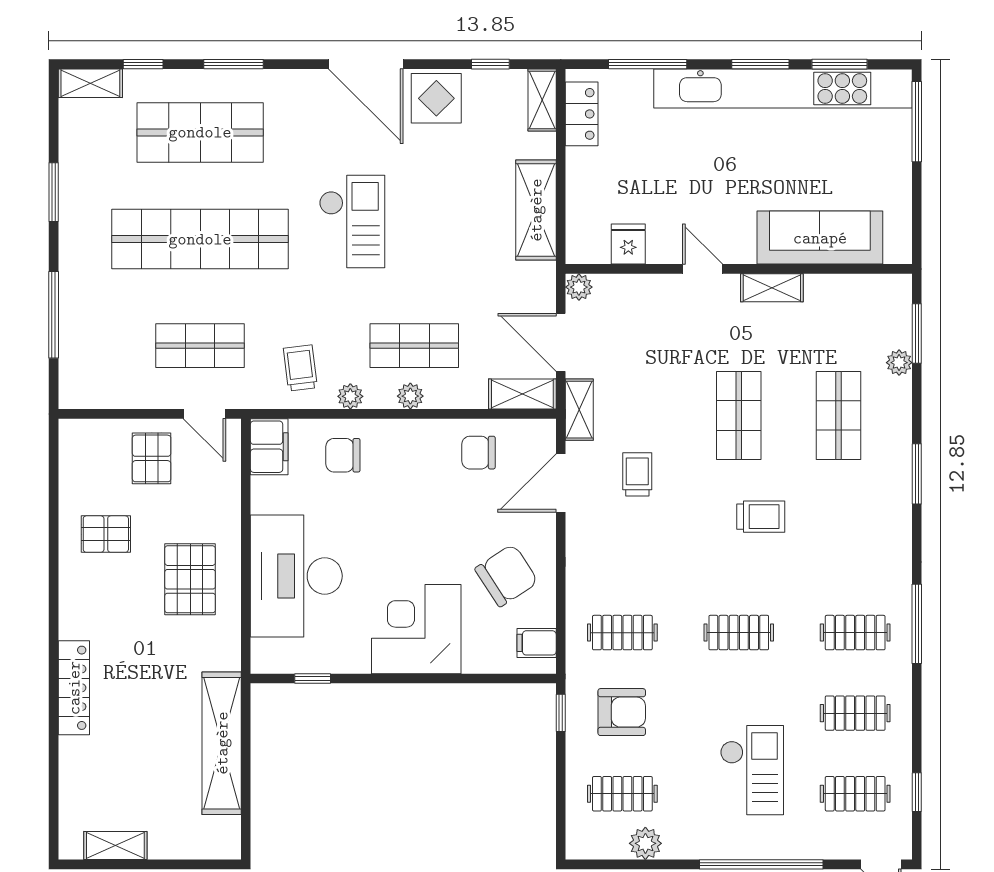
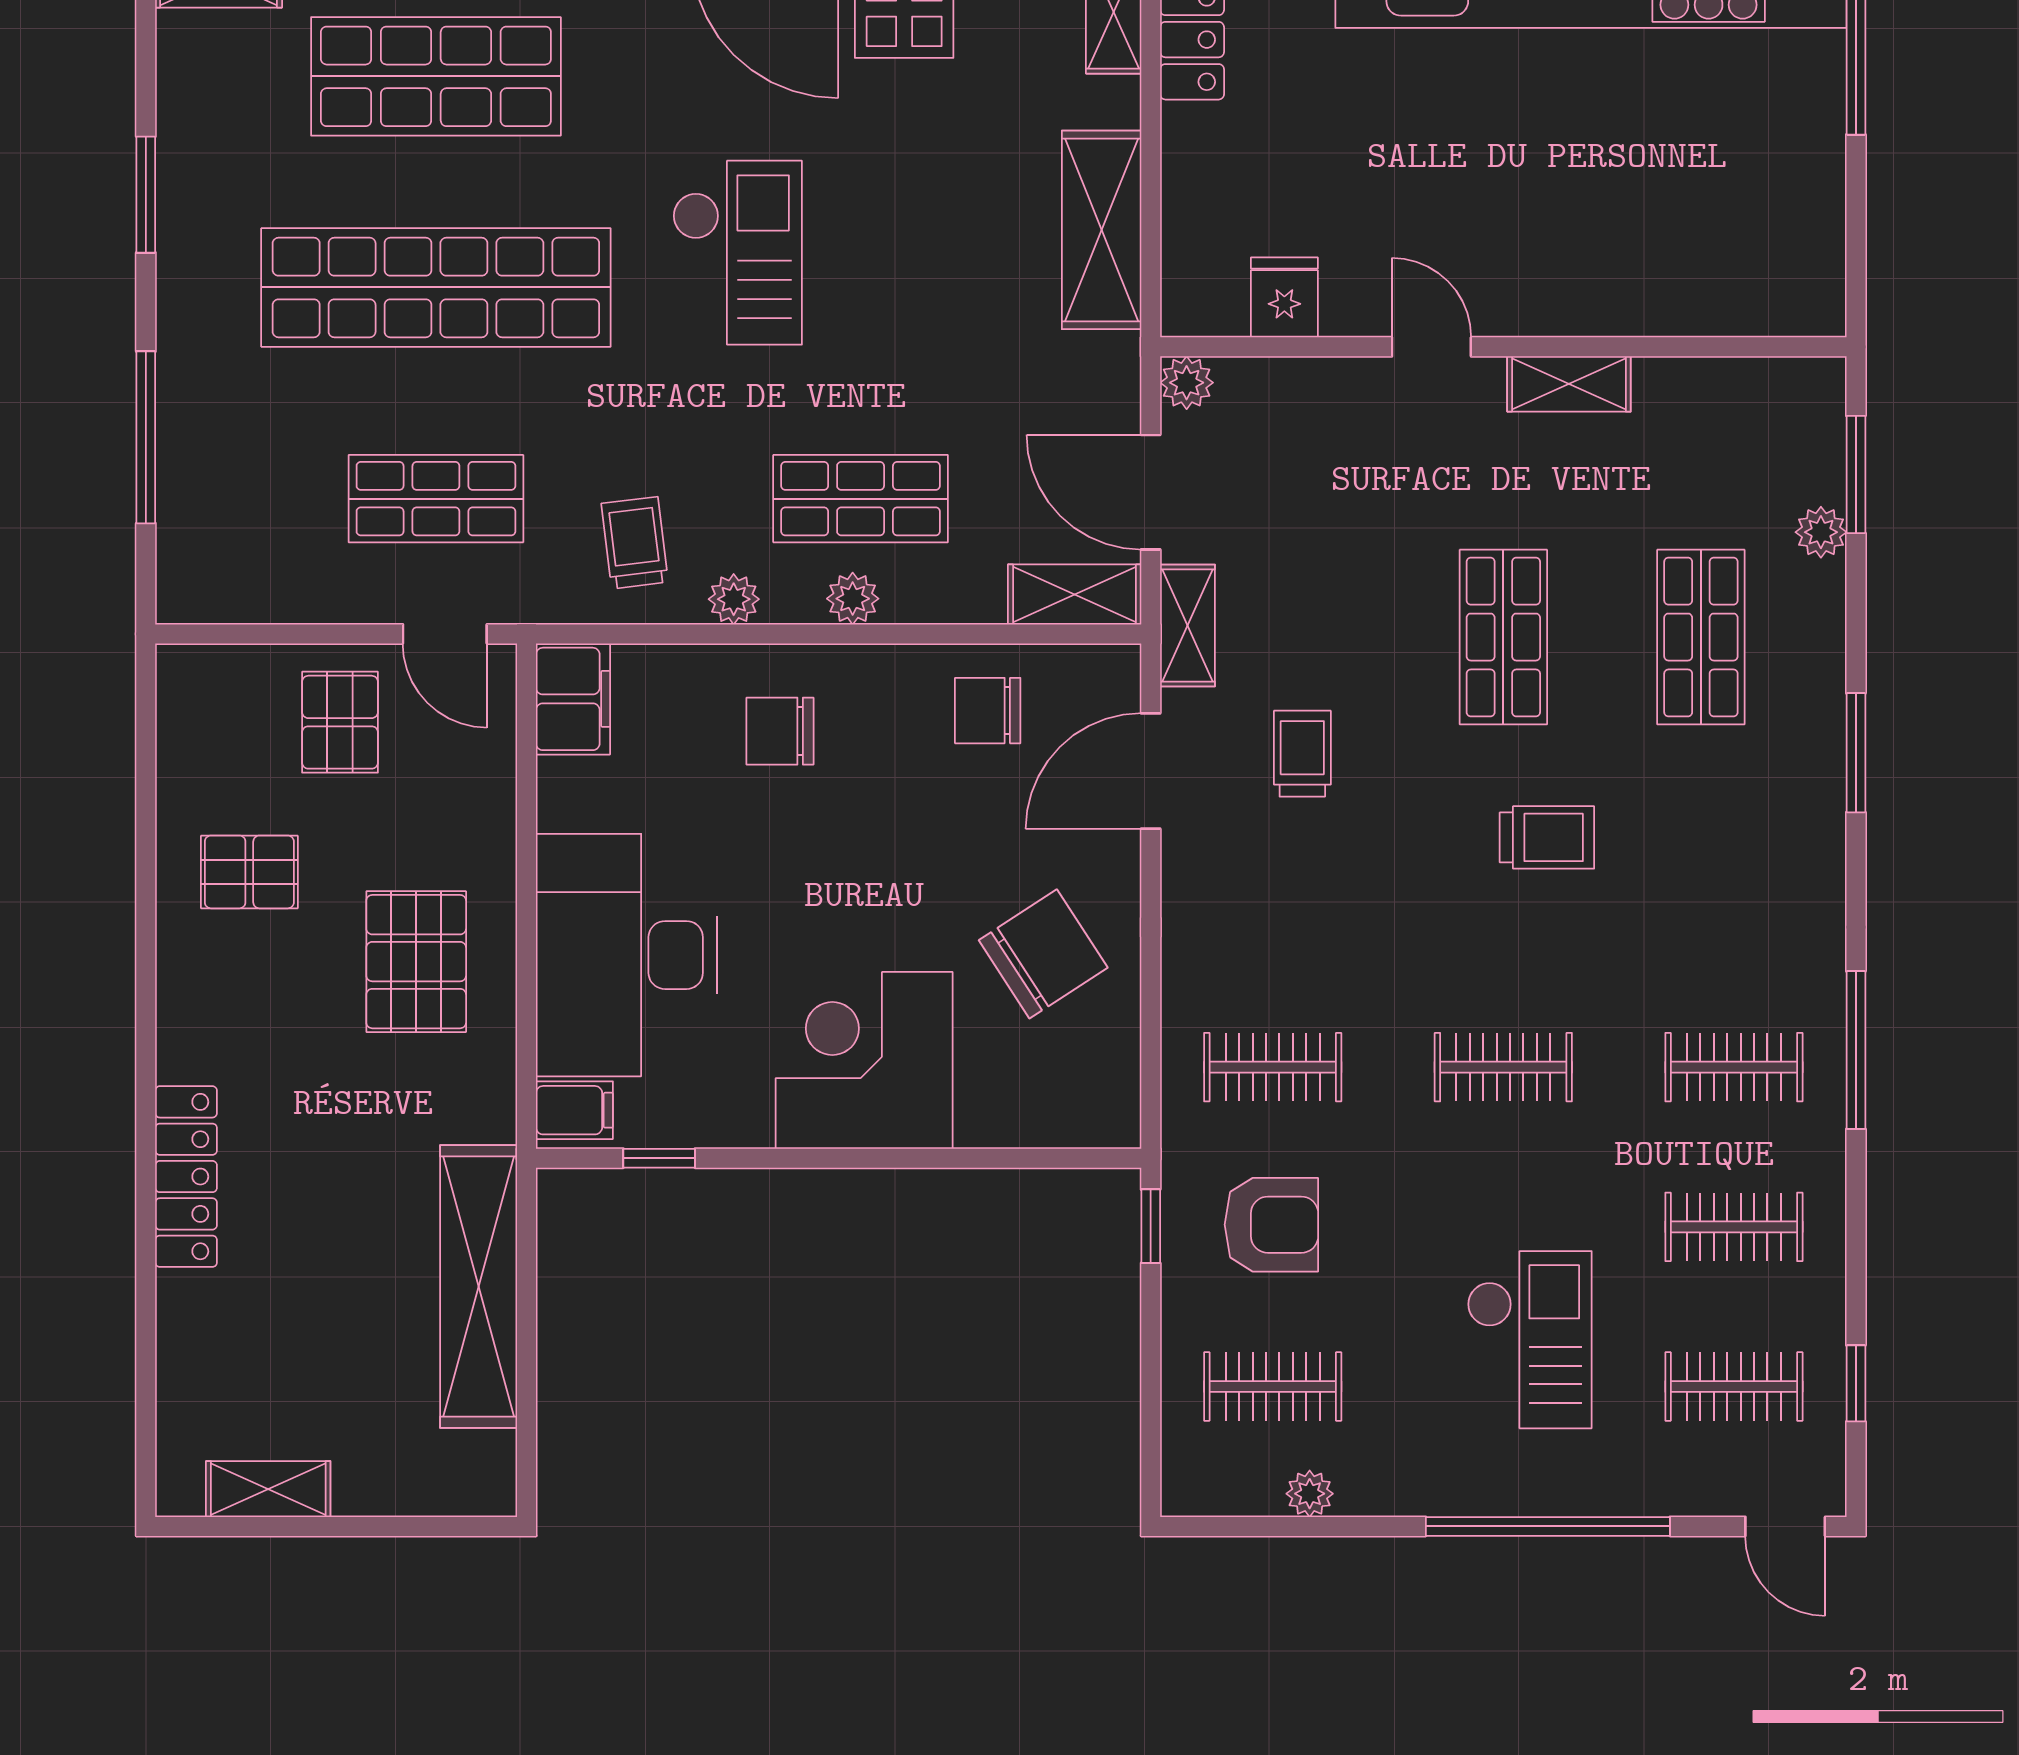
sofa: (820, 238) -> (1664, 285), removed
chair: (343, 455) -> (780, 731), moved
filing cabinet: (537, 643) -> (574, 1110), moved, turned 180
plant: (645, 843) -> (1310, 1494), width x0.73, depth x0.73

